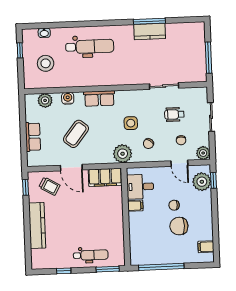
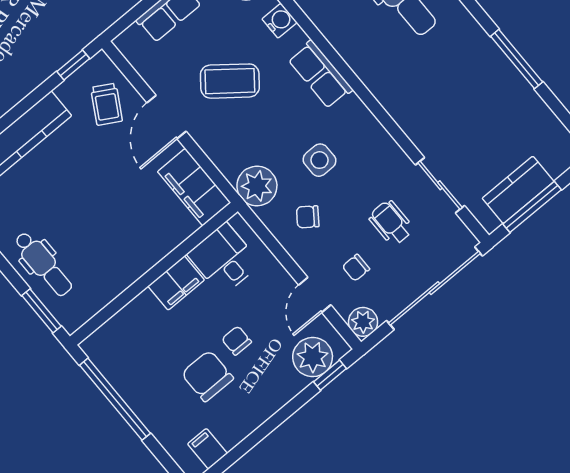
kitchen counter: (150, 32) -> (518, 190), moved, turned 90
sliding door: (164, 86) -> (440, 185), moved
sliding door: (211, 117) -> (435, 288), width x1.86
filing cabinet: (135, 206) -> (176, 283), width x2.00

